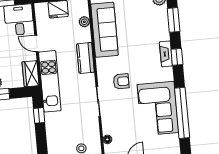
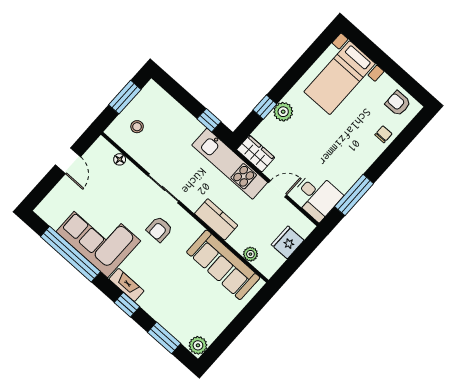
fireplace: (166, 54) -> (126, 285), moved

